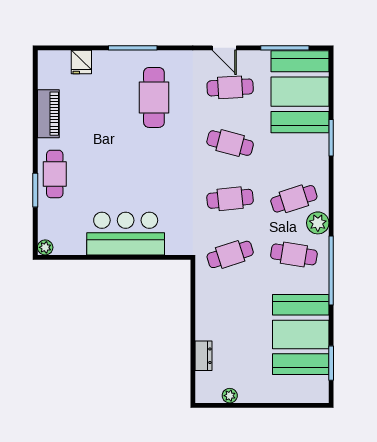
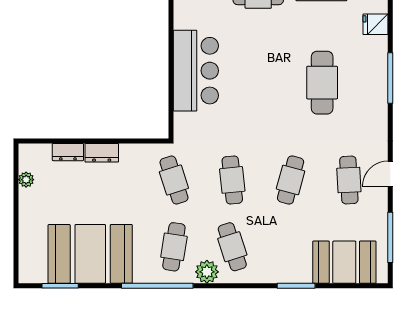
booth: (300, 92) -> (344, 262), width x0.73, depth x0.70
cafe table: (154, 97) -> (322, 83), moved, turned 90
dresser: (204, 323) -> (102, 153), added

